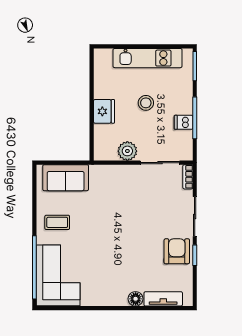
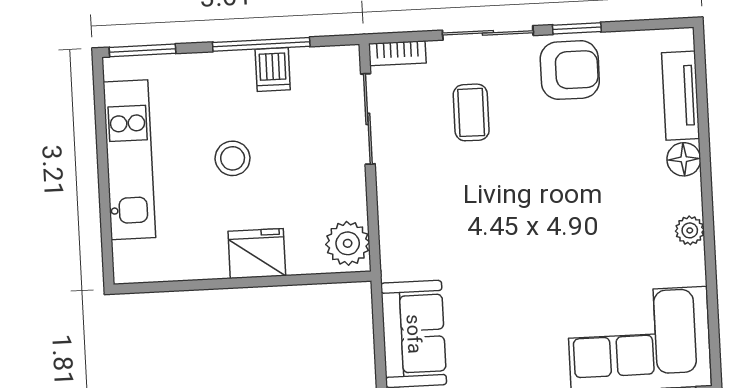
plant: (127, 151) -> (348, 243), moved
coffee table: (57, 222) -> (471, 112), moved
armchair: (177, 251) -> (570, 70), turned 180
plant: (104, 300) -> (690, 230), added

